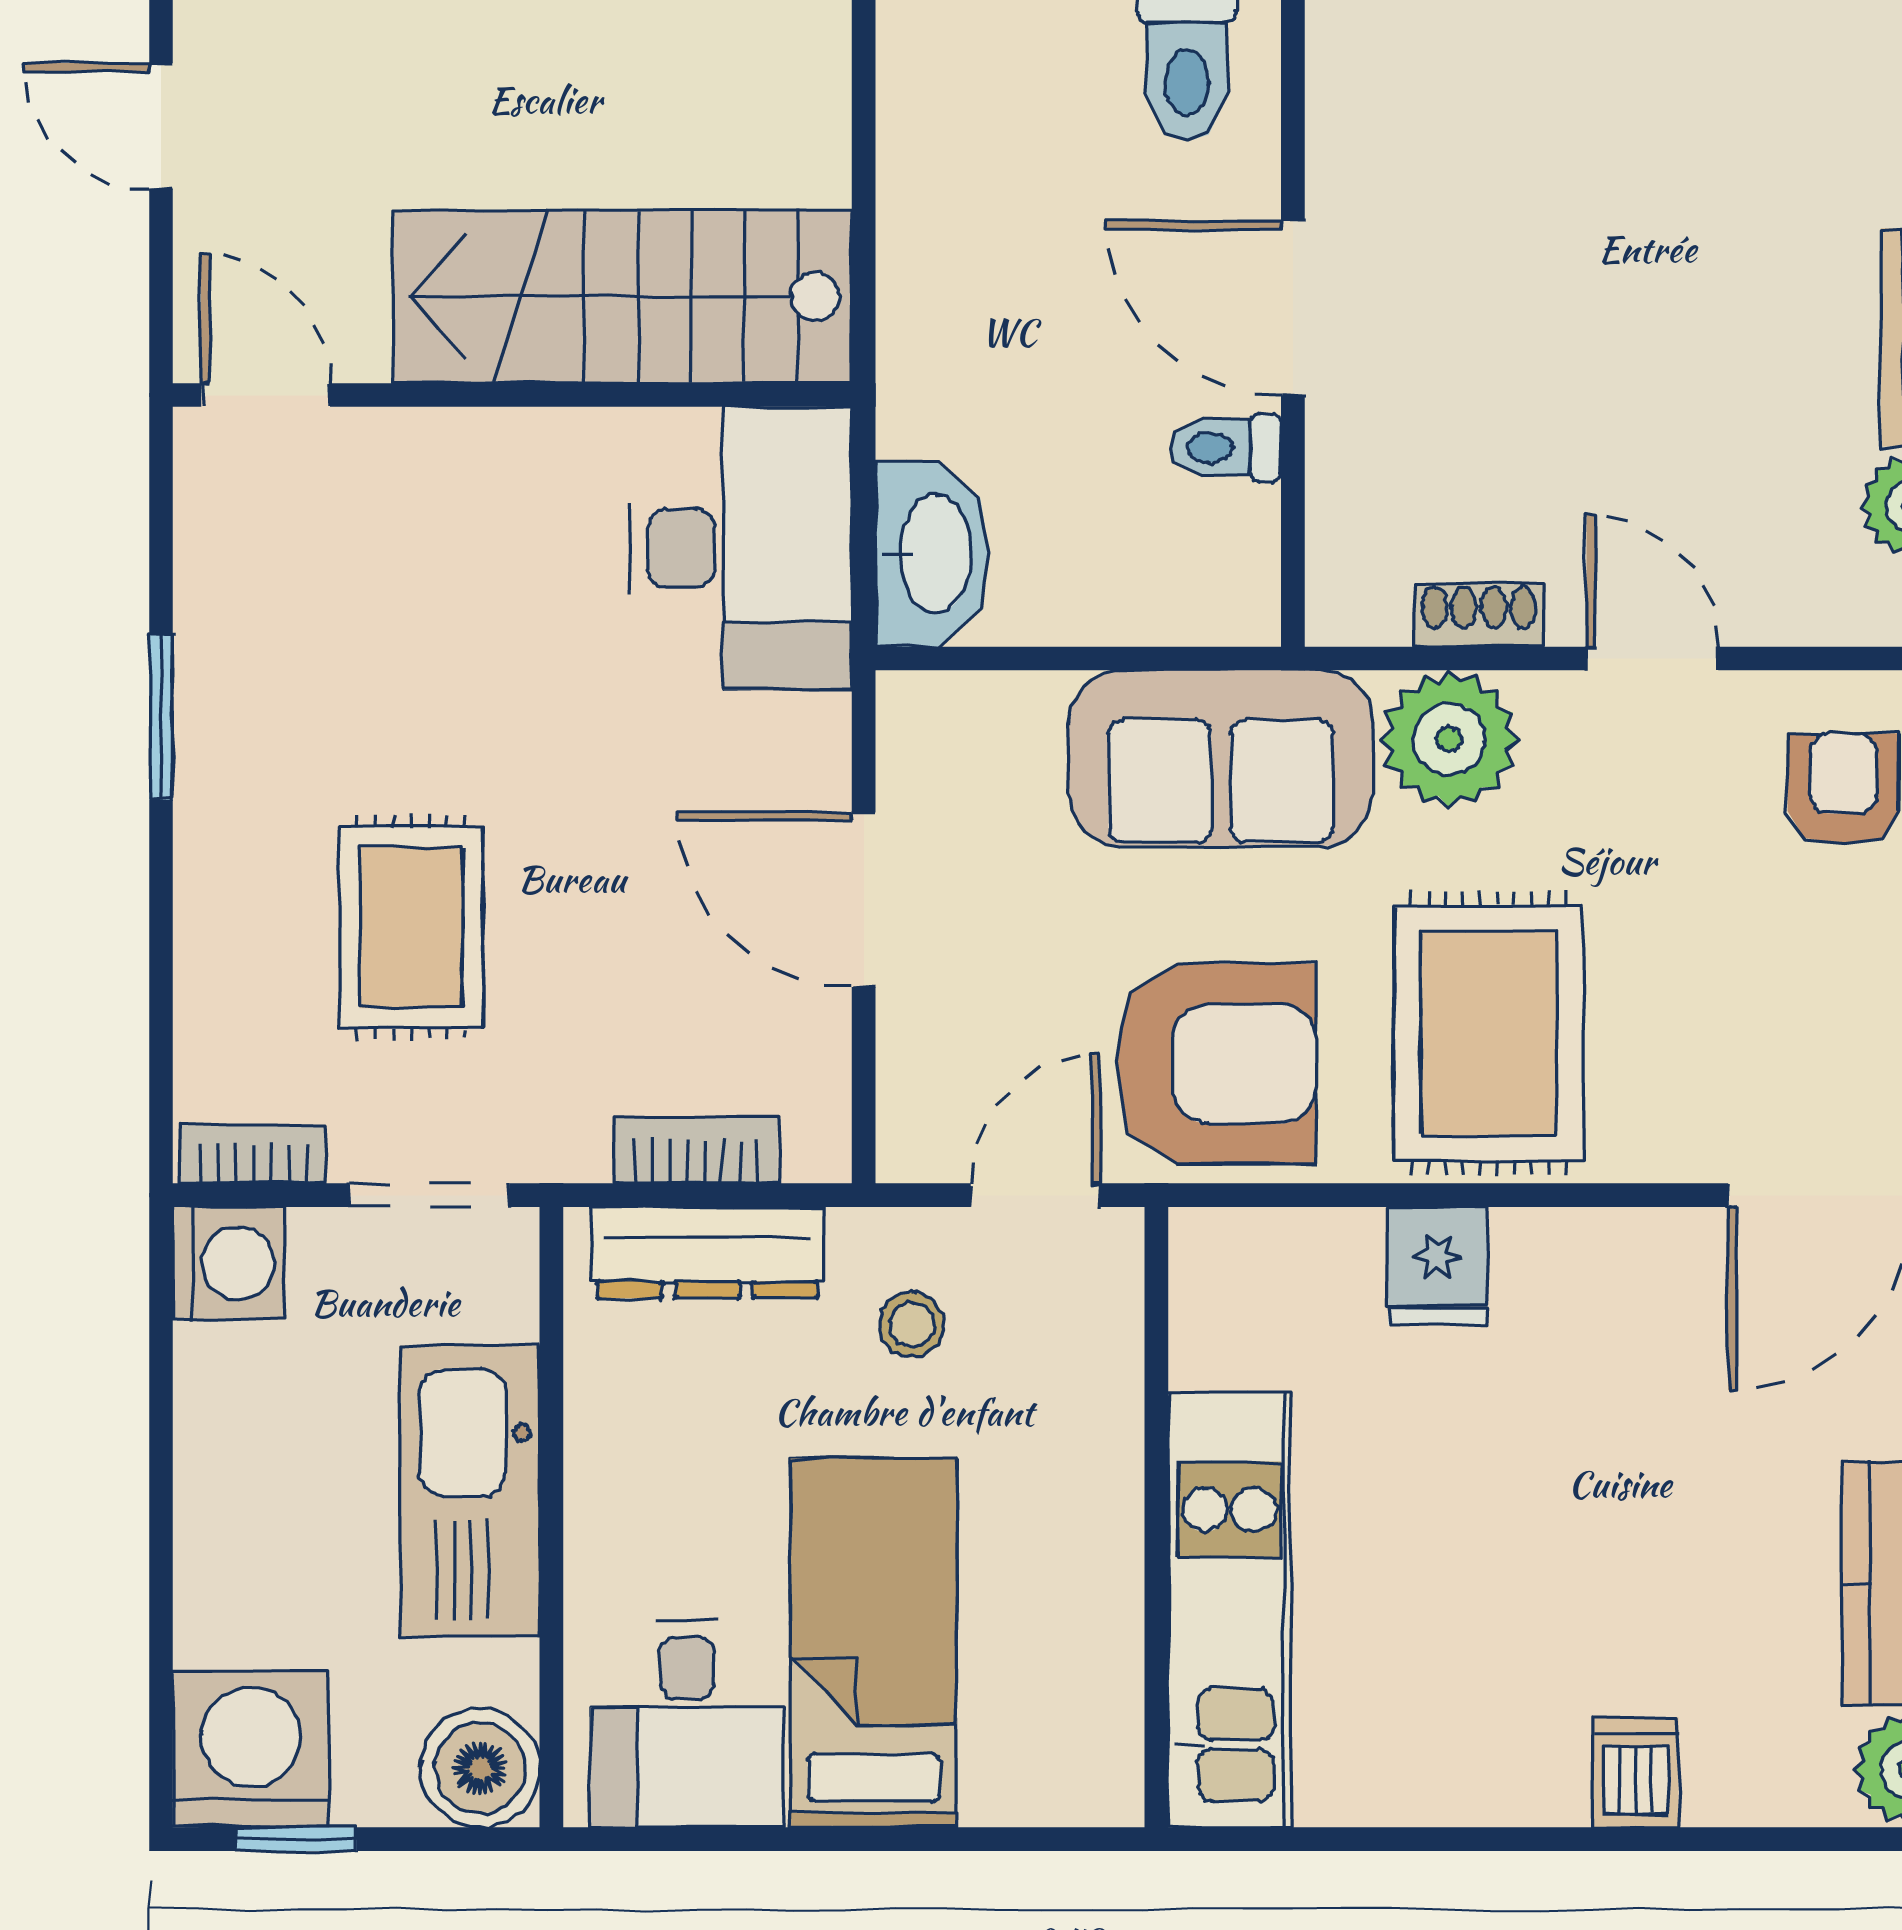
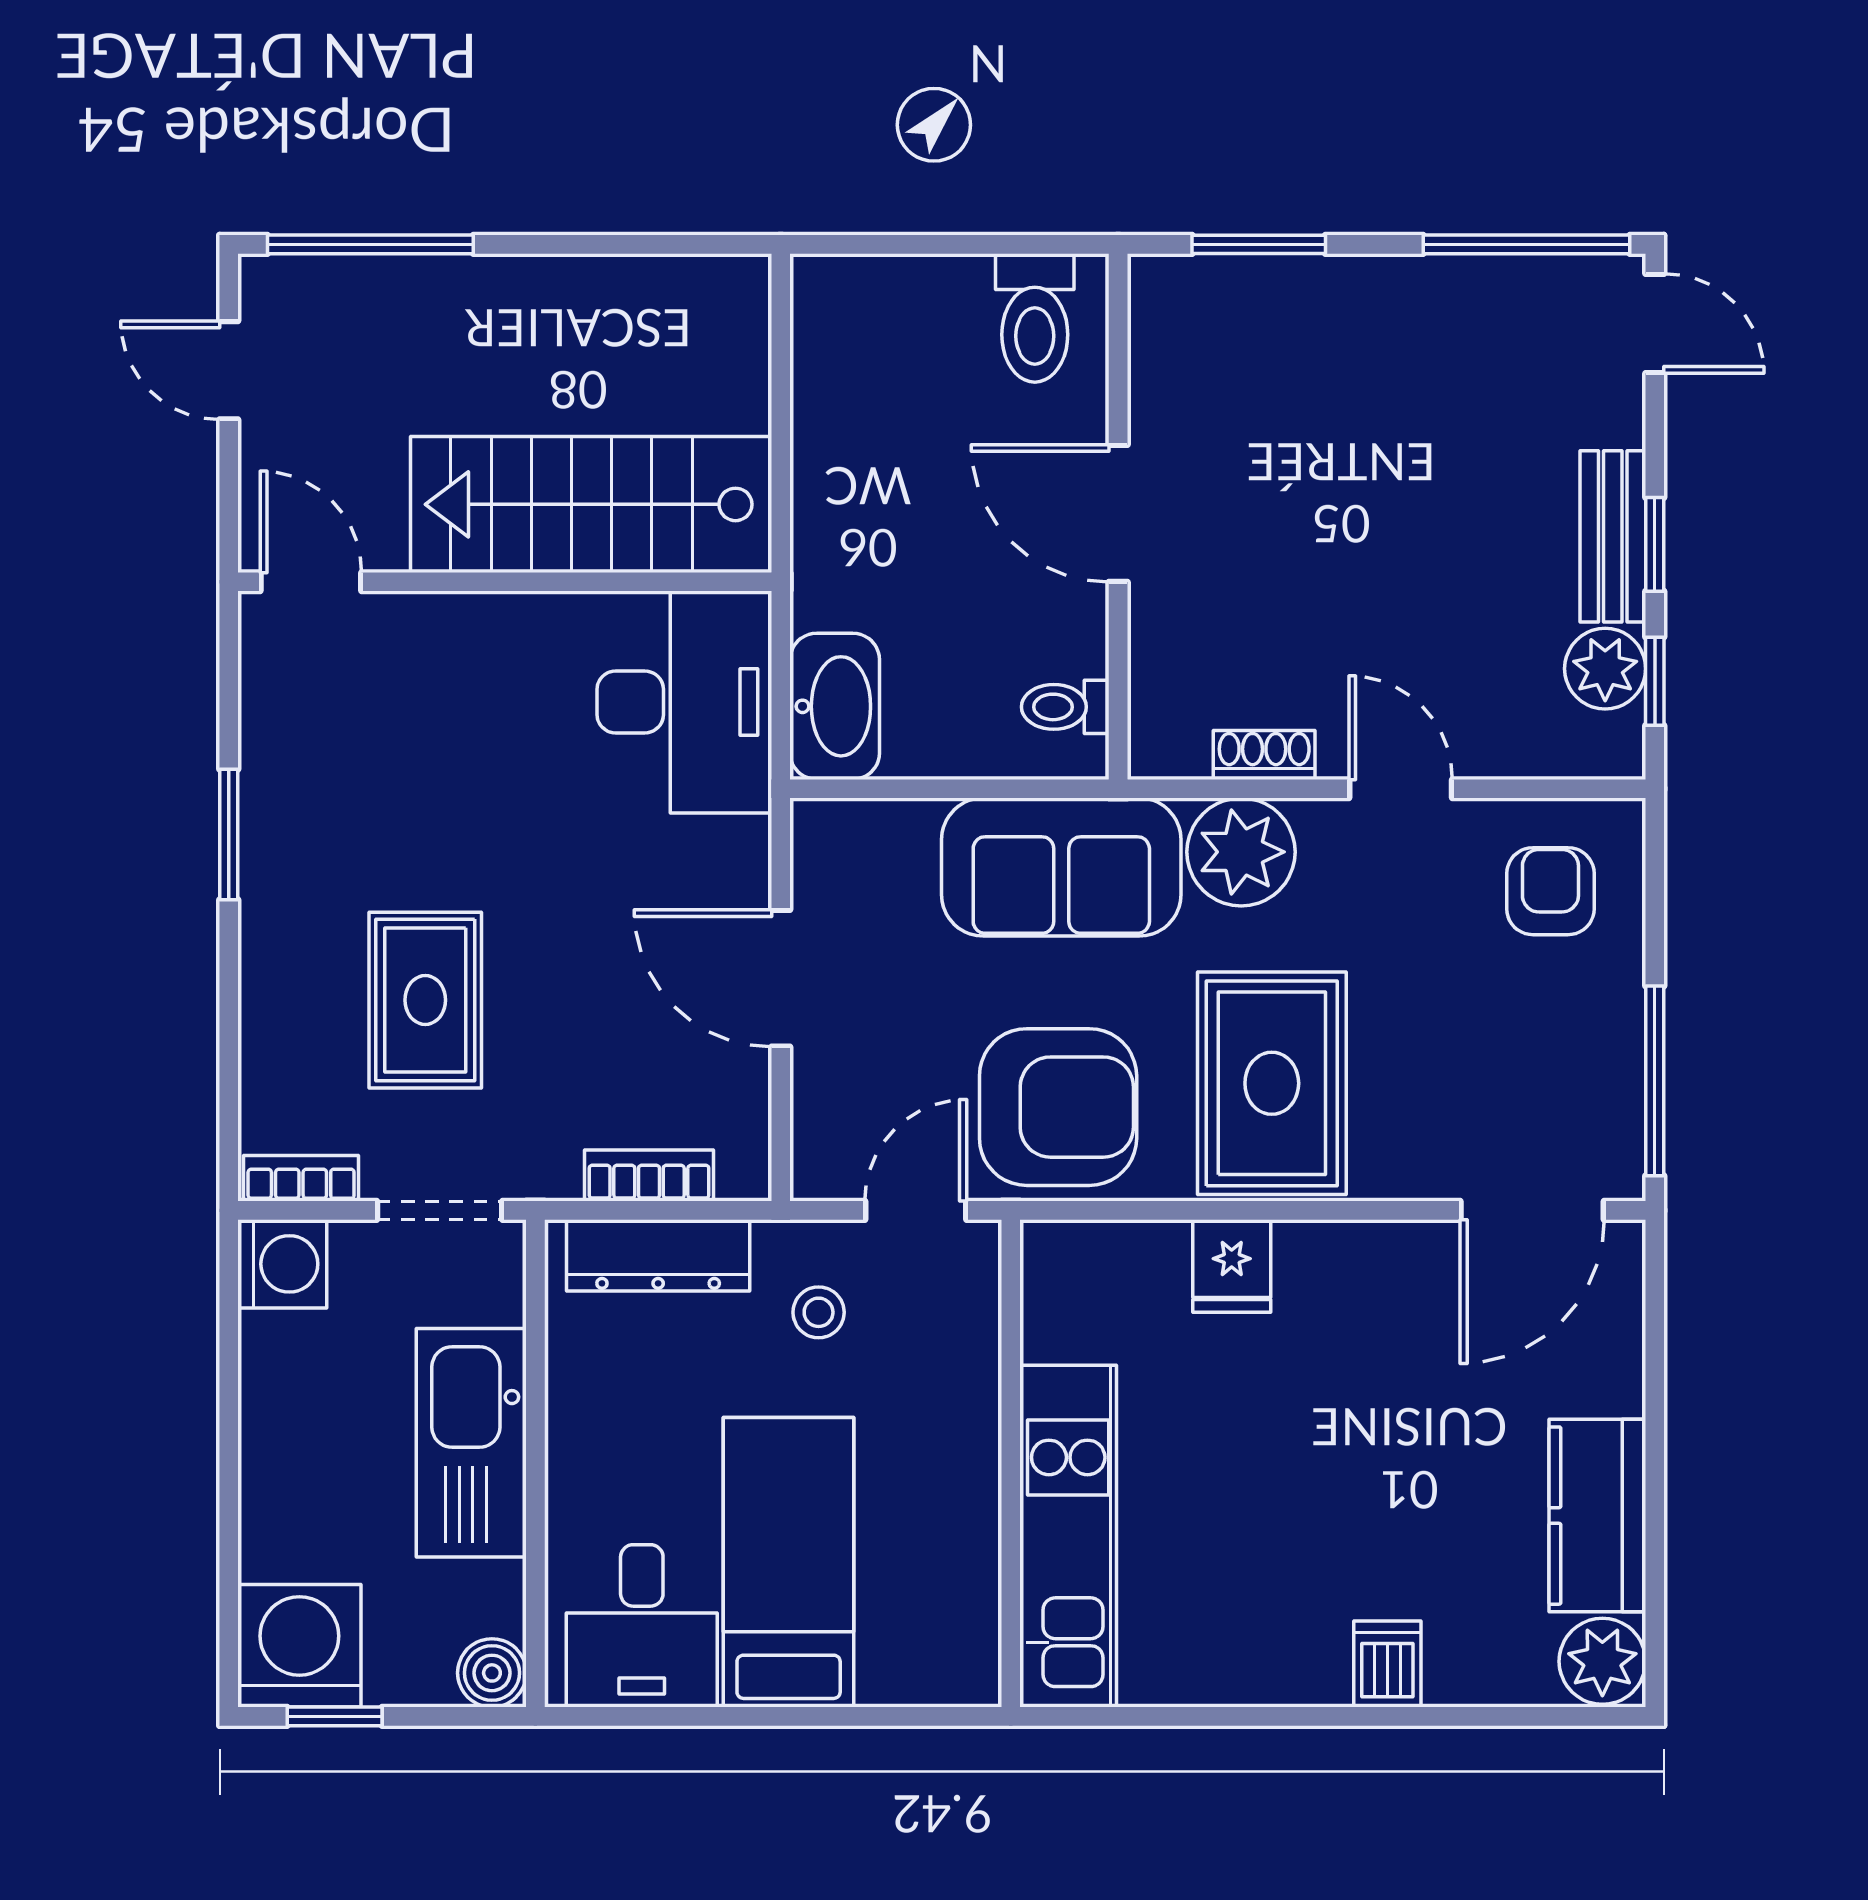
toilet: (1226, 448) -> (1065, 707), moved
boiler: (480, 1768) -> (492, 1673), width x0.73, depth x0.73

